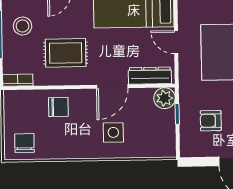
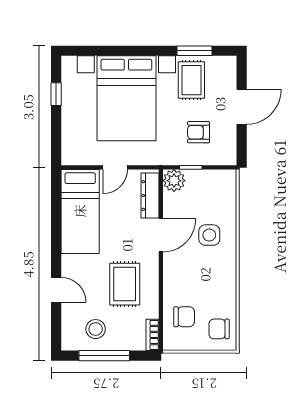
door: (112, 86) -> (161, 235), hinge flipped
chair: (58, 107) -> (184, 317), moved, turned 90
armchair: (211, 121) -> (199, 132), turned 90

